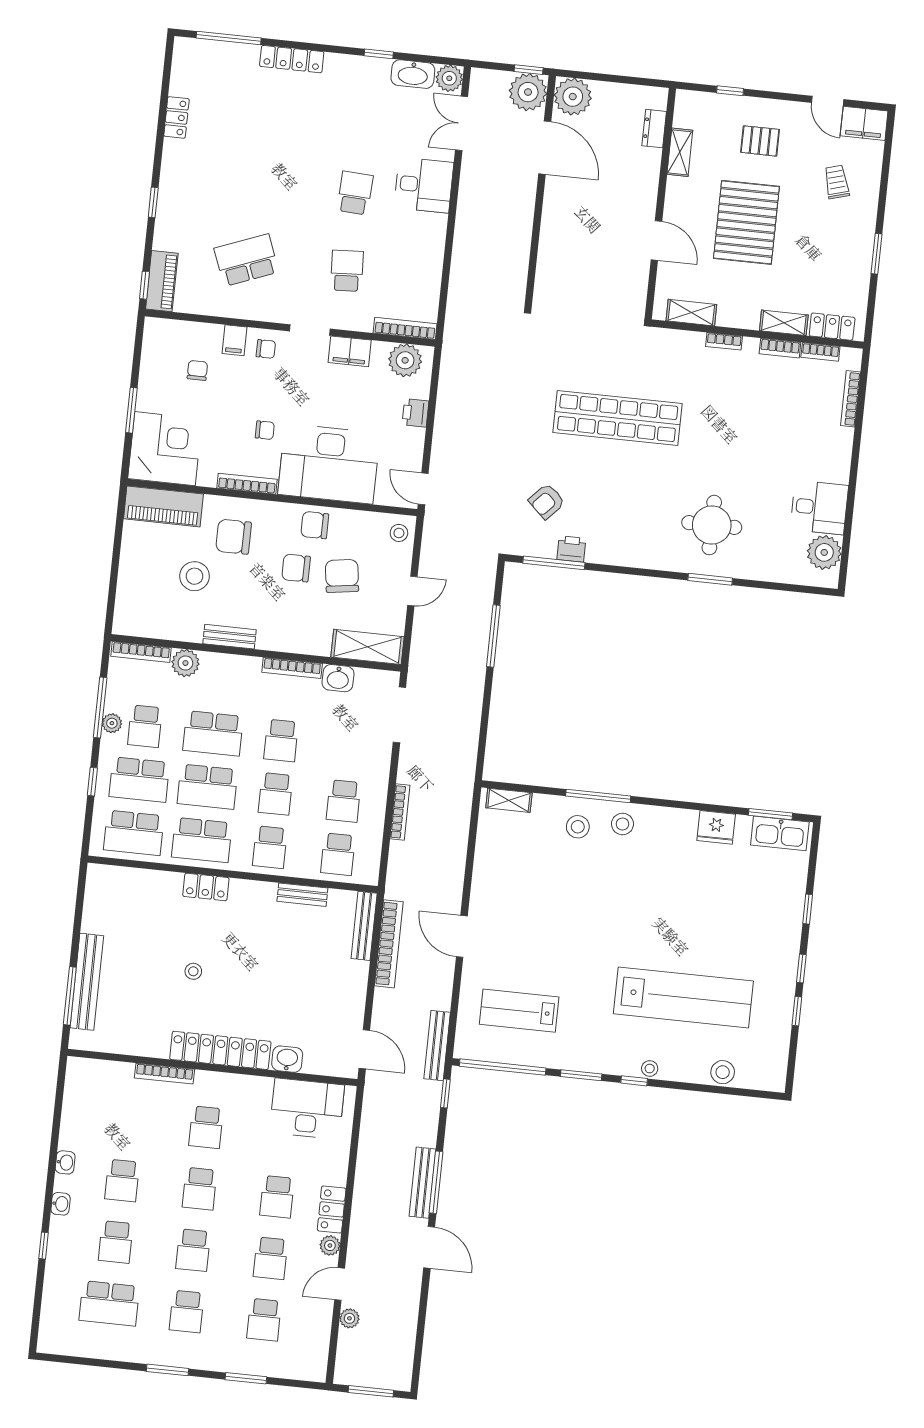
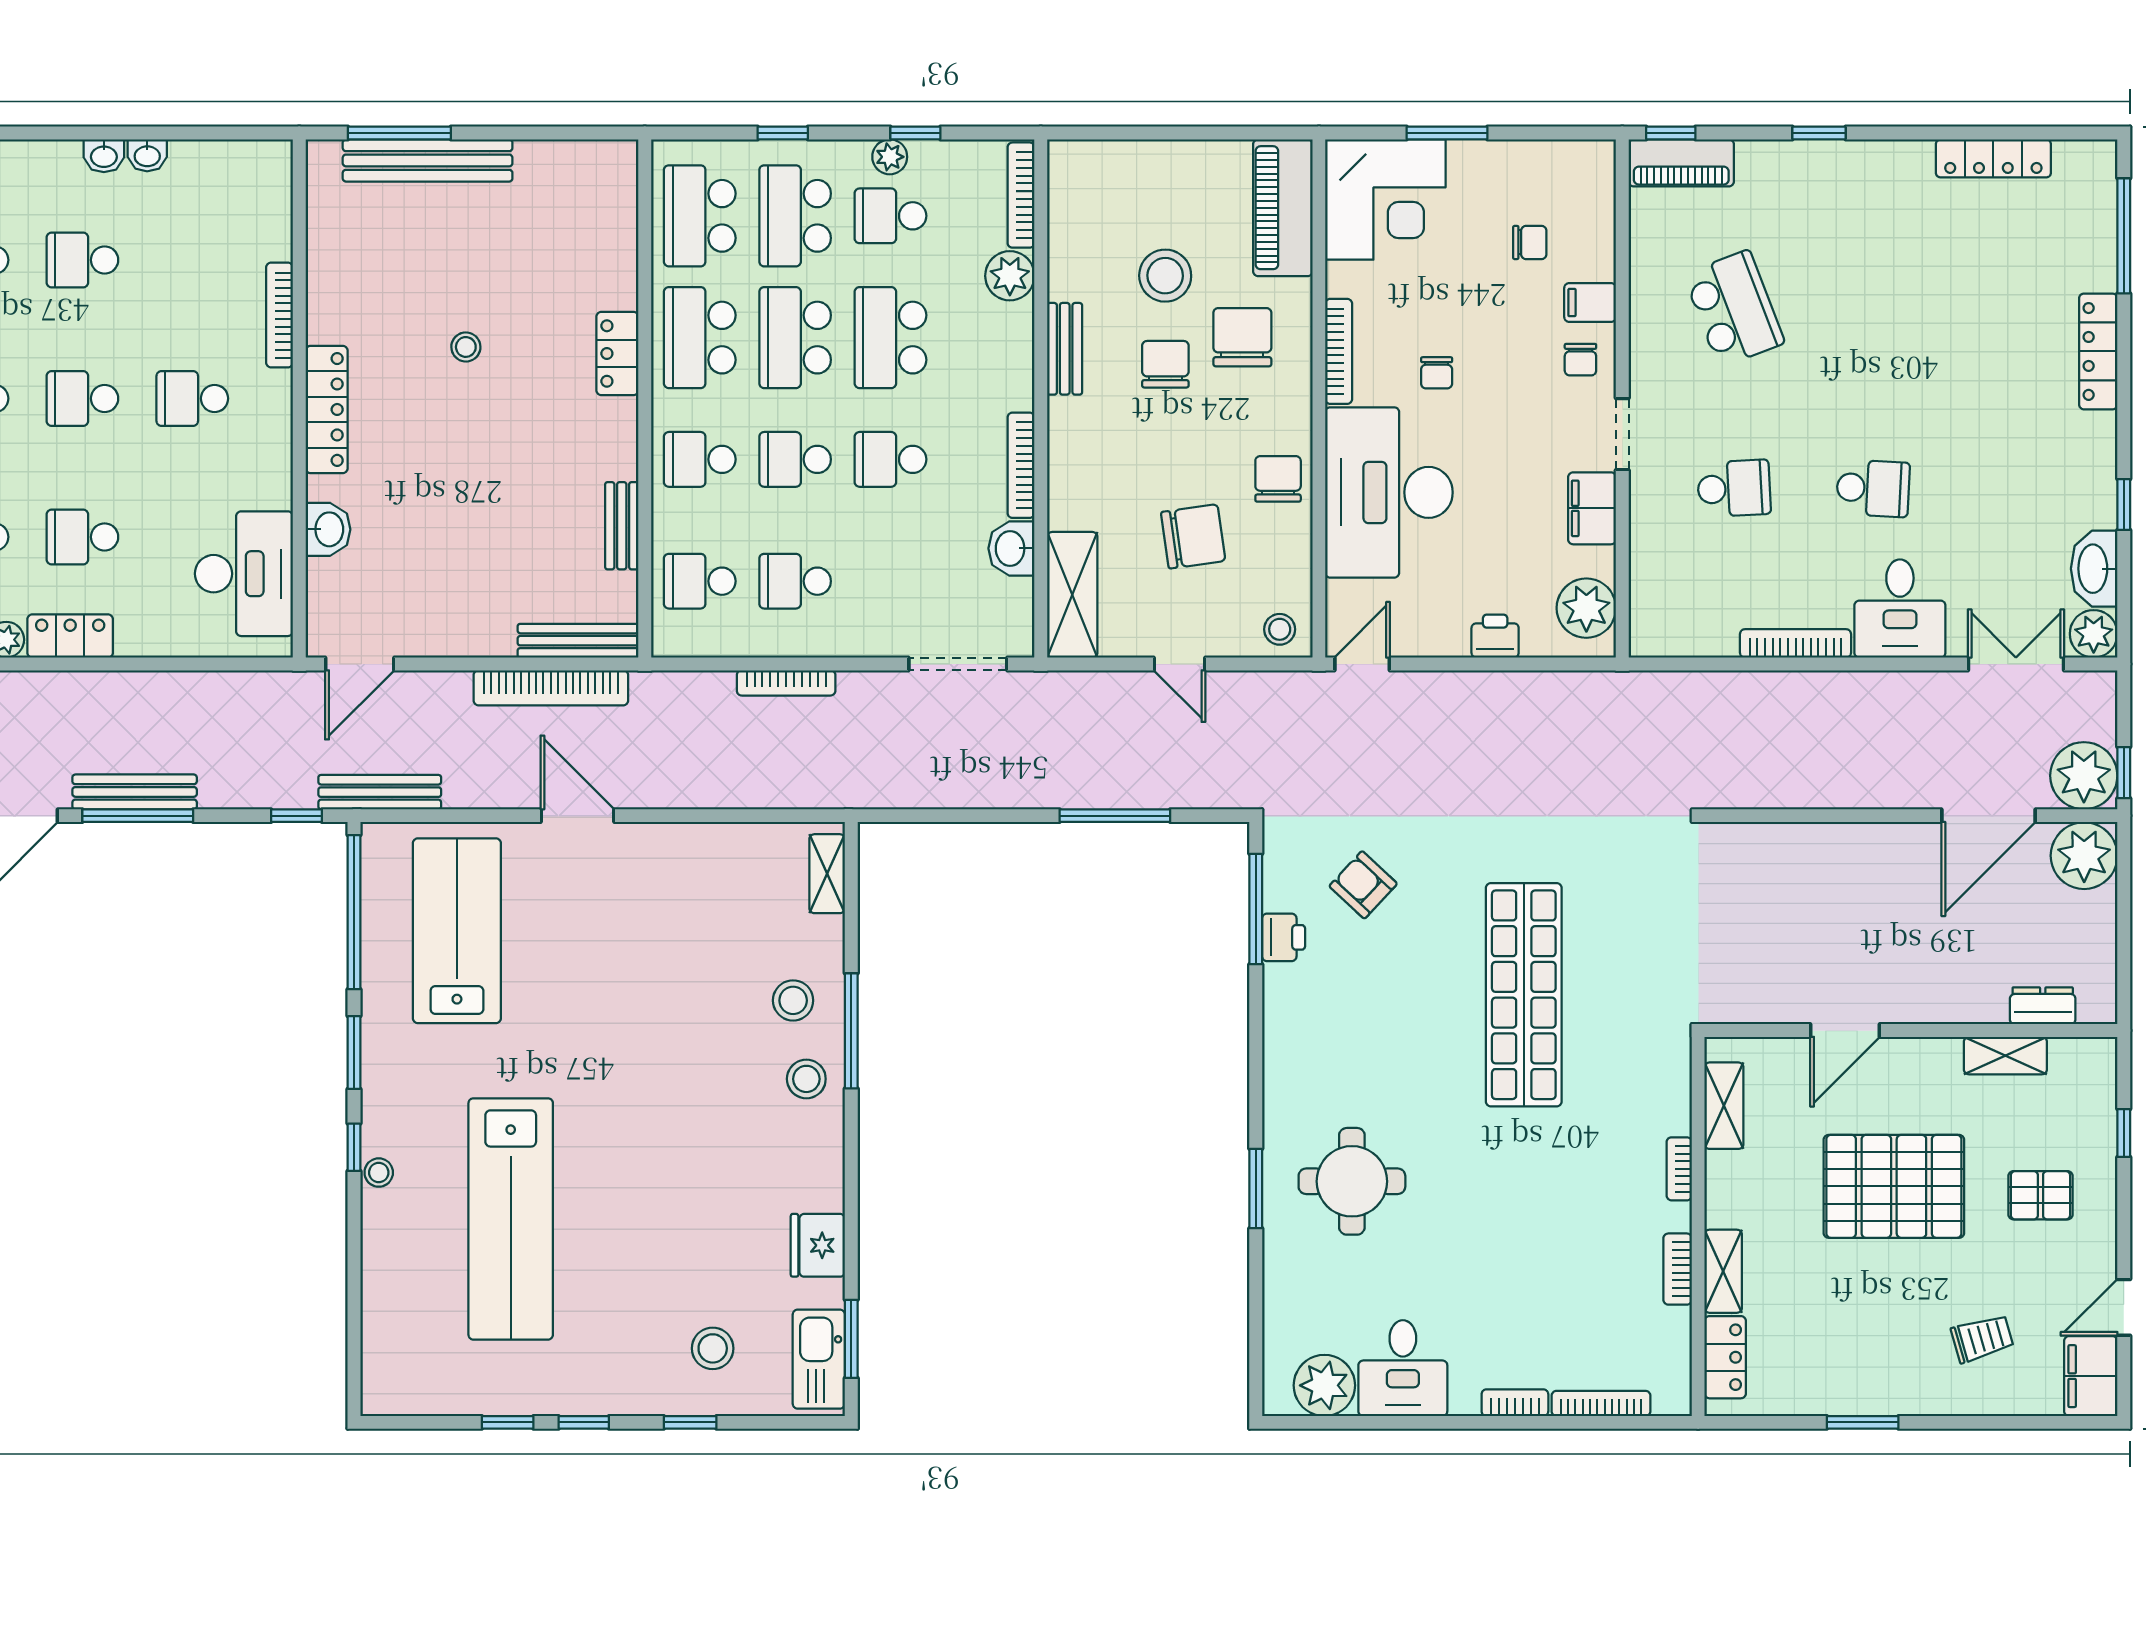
locker: (176, 117) -> (1993, 158), width x1.53
pallet: (760, 141) -> (2040, 1195), turned 90
bookcase: (405, 328) -> (1796, 643), moved, turned -90
bookcase: (820, 352) -> (1515, 1403), moved, turned 90
chair: (296, 568) -> (1165, 364), moved
window: (100, 707) -> (915, 133), width x0.46
door: (462, 936) -> (577, 816), hinge flipped
lab bench: (519, 1011) -> (457, 931), width x1.36, depth x1.39
locker: (220, 1050) -> (327, 409), width x0.71, depth x0.83
stool: (723, 1072) -> (713, 1348), moved
washbasin: (61, 1204) -> (147, 155), moved

